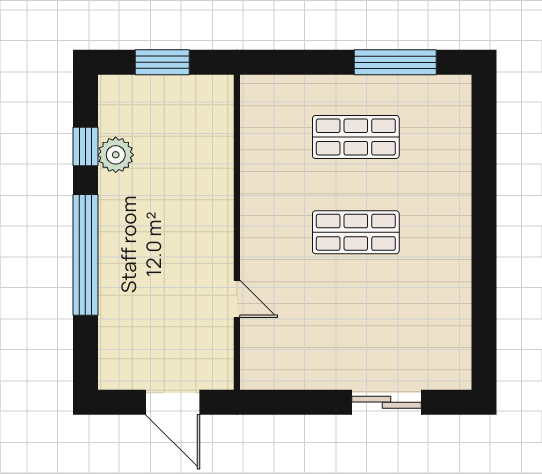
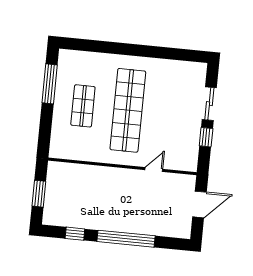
plant: (116, 155) -> (80, 220), removed
shop shelf: (356, 232) -> (128, 110), width x2.00, depth x1.36
window: (315, 402) -> (206, 137), added

